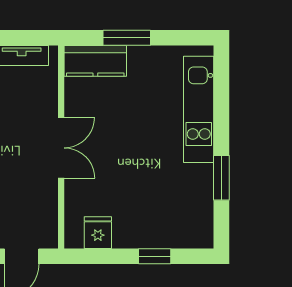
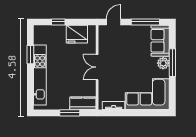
kitchen unit: (199, 109) -> (40, 75), width x1.36
fridge: (98, 233) -> (77, 34), width x1.88, depth x1.34

